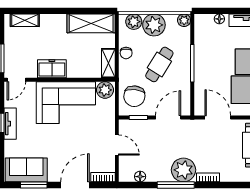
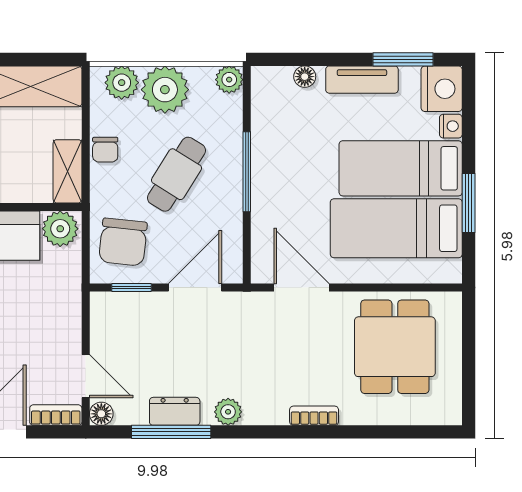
door: (117, 145) -> (86, 376), moved
plant: (183, 170) -> (228, 412), width x0.53, depth x0.53
dresser: (159, 175) -> (175, 411), added
floor lamp: (140, 177) -> (101, 414), moved
bookcase: (208, 177) -> (314, 416), moved
window: (176, 185) -> (171, 432), moved

